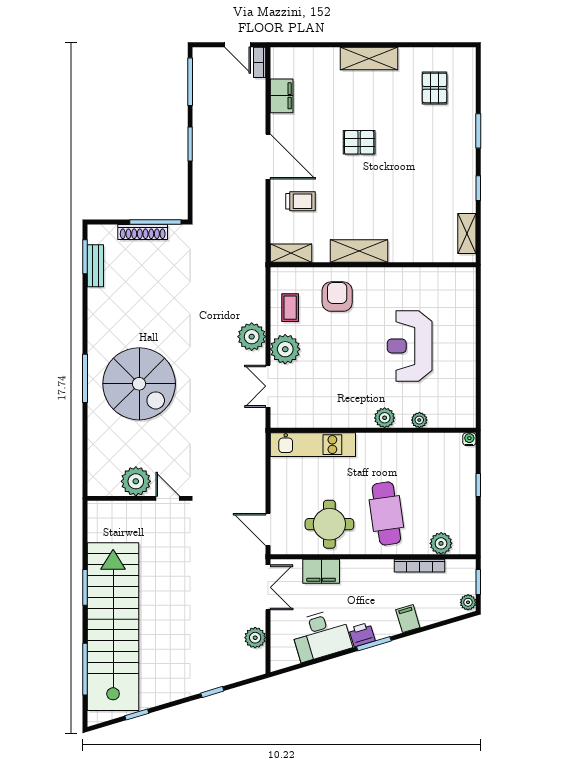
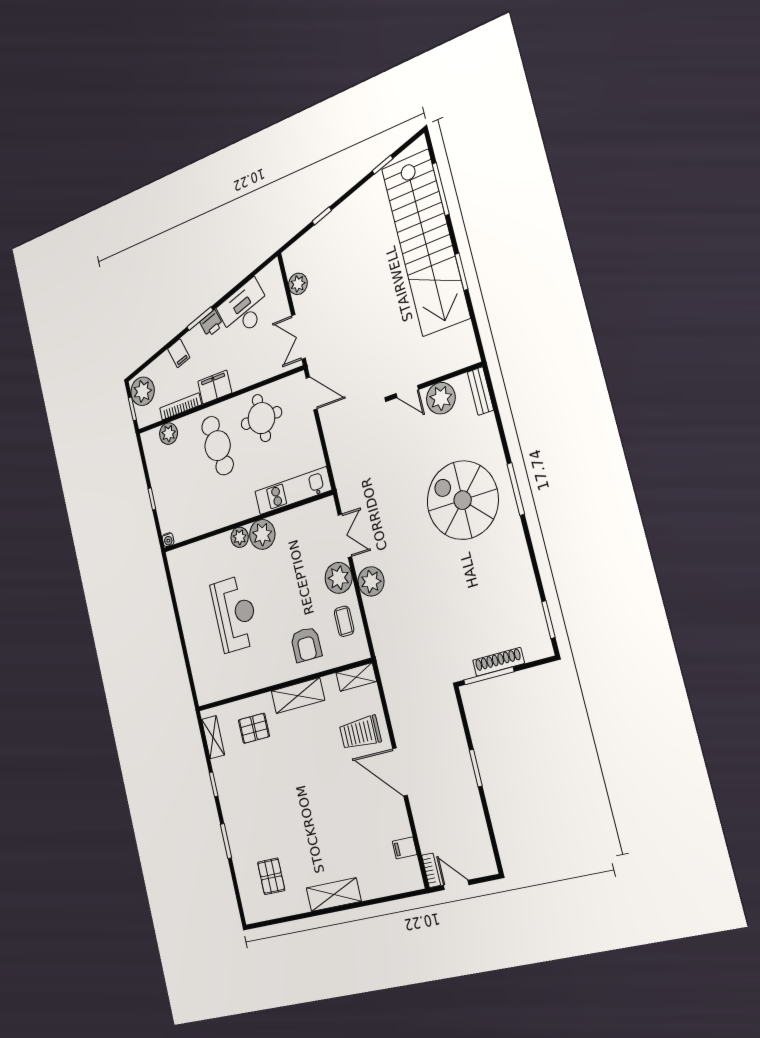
window: (190, 82) -> (492, 835), removed
filing cabinet: (282, 96) -> (405, 848), width x0.50
pallet: (359, 142) -> (254, 728), moved
trolley: (300, 201) -> (360, 733), width x1.36, depth x1.39
bench: (95, 266) -> (480, 391), moved
plant: (419, 420) -> (262, 534), moved, width x1.88, depth x1.88
filing cabinet: (321, 571) -> (215, 387), moved
plant: (468, 602) -> (143, 391), width x1.88, depth x1.88

